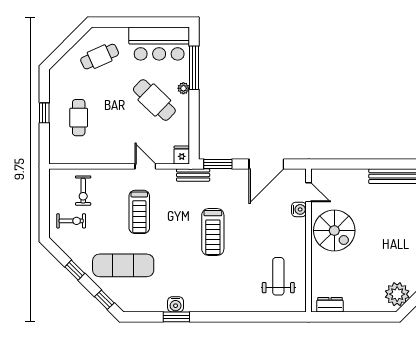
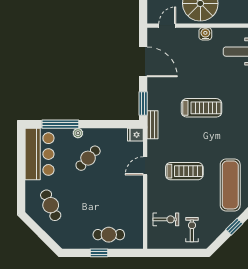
cafe table: (154, 100) -> (88, 158), width x0.73, depth x0.74
cafe table: (79, 118) -> (109, 235), moved
water cooler: (299, 209) -> (205, 34), moved

